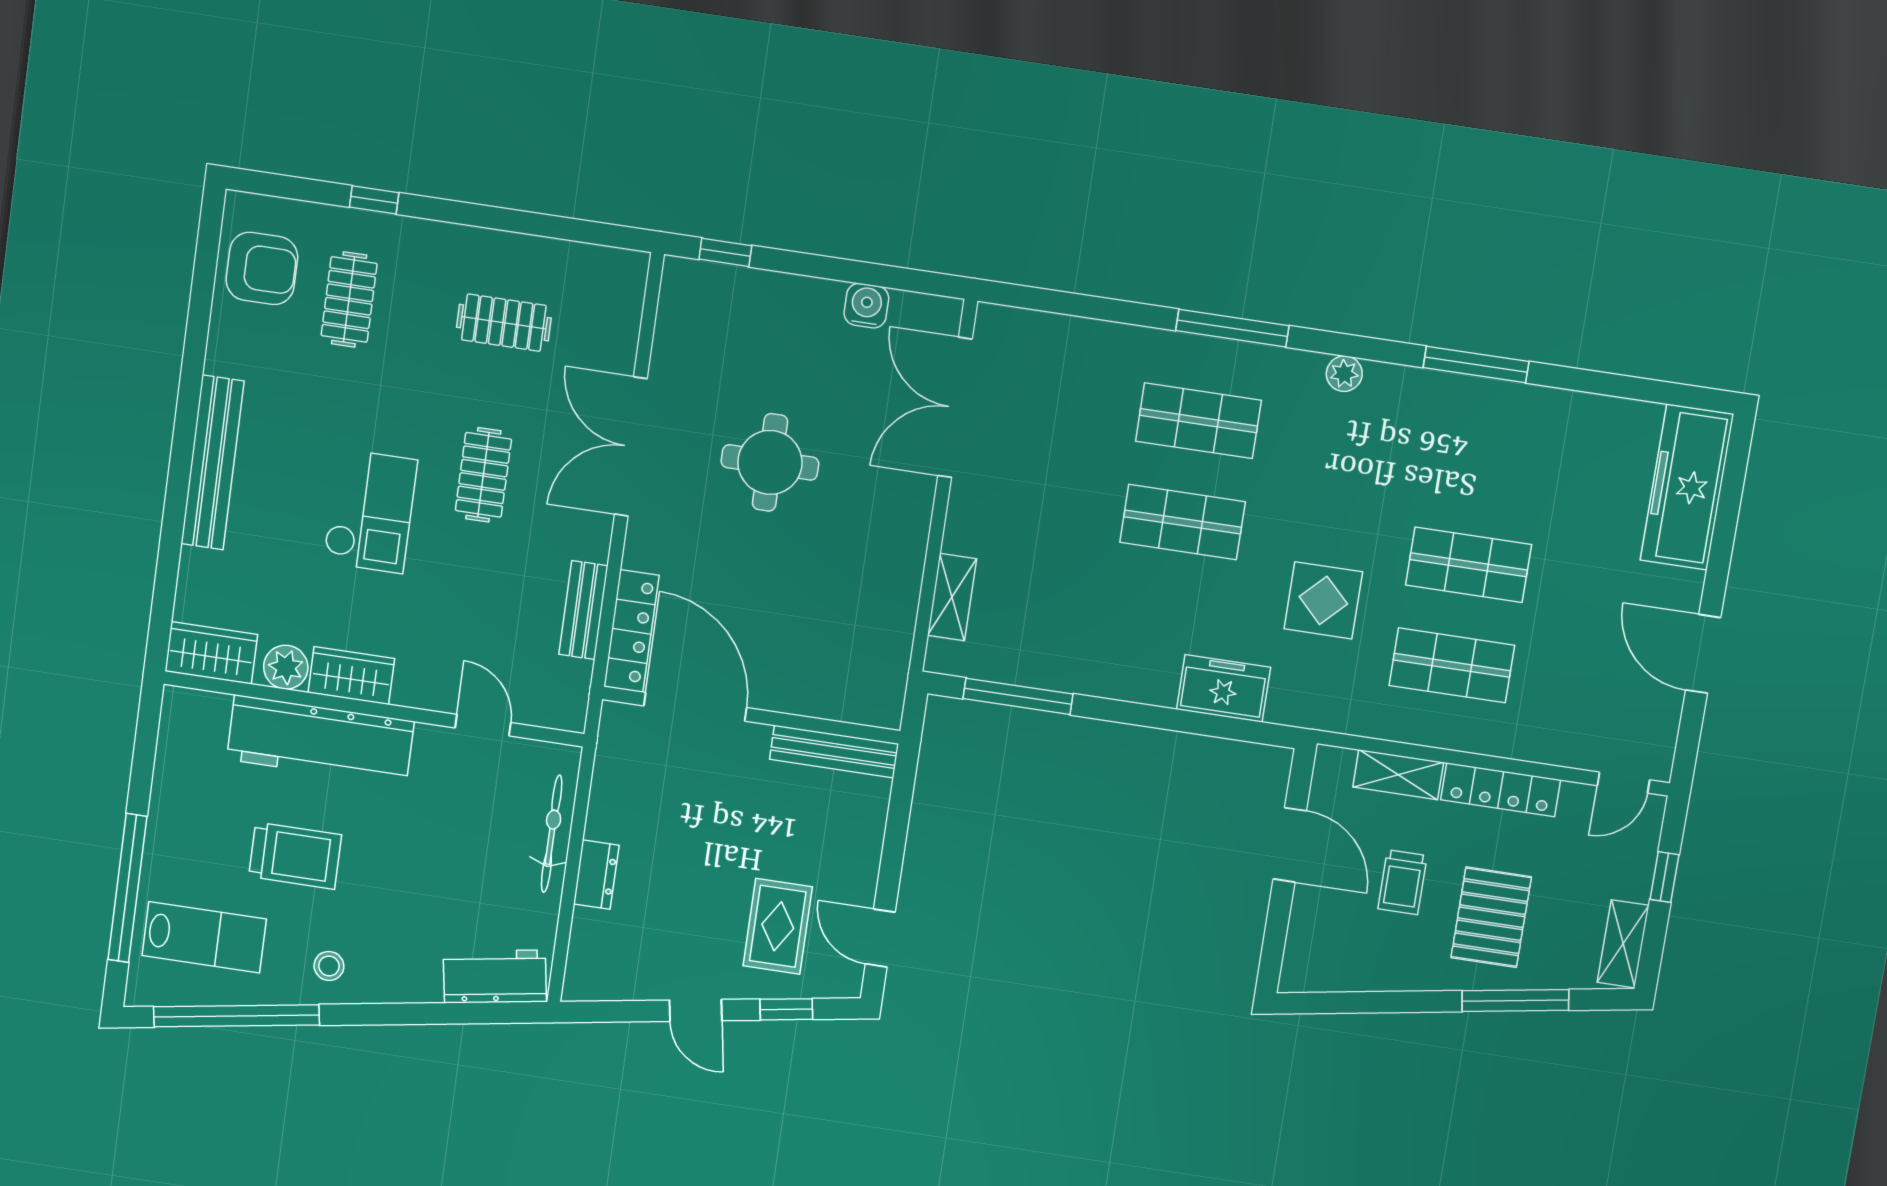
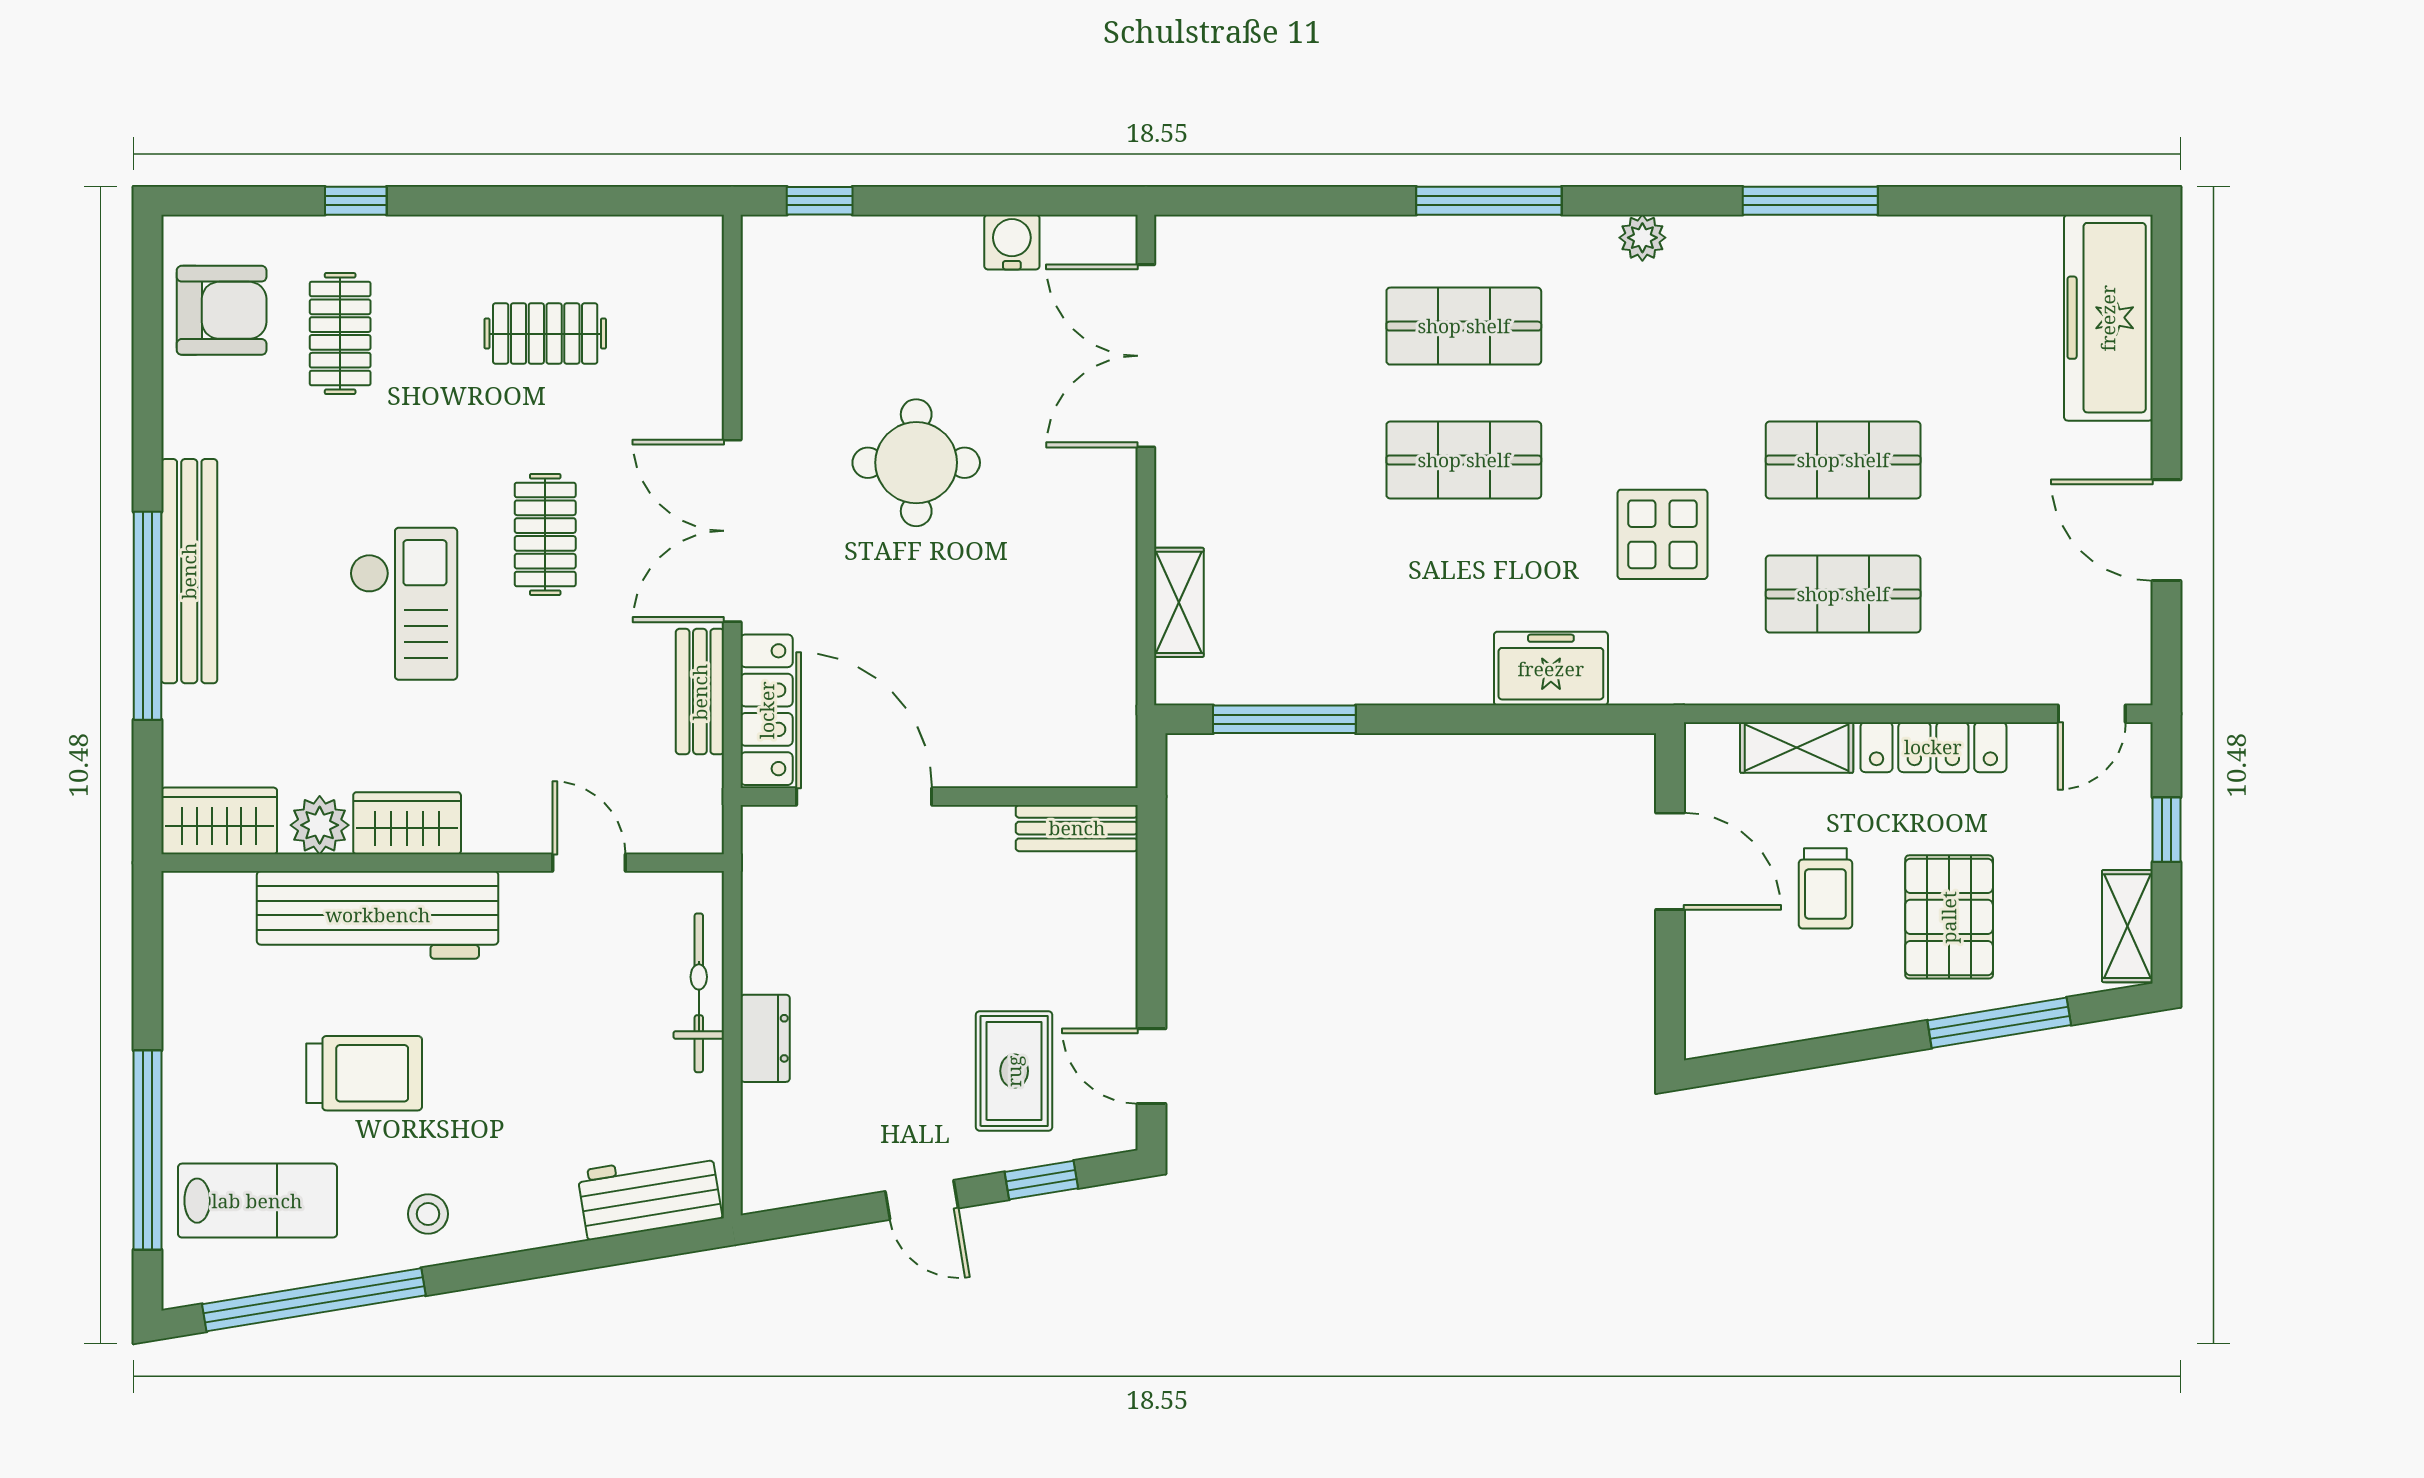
double door: (631, 447) -> (732, 531), moved
window: (177, 491) -> (148, 616), added
bench: (834, 751) -> (1077, 828), width x0.73

